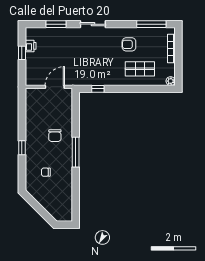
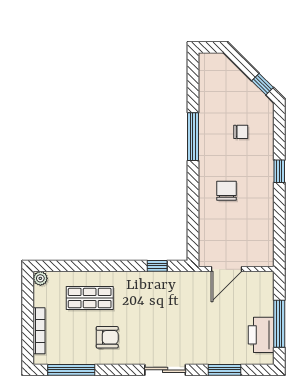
printer: (31, 46) -> (261, 335), width x1.87, depth x1.48
window: (22, 53) -> (279, 324), width x2.17
window: (76, 152) -> (193, 137), moved
window: (32, 202) -> (263, 84), added

